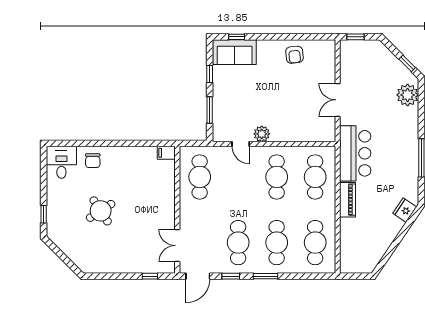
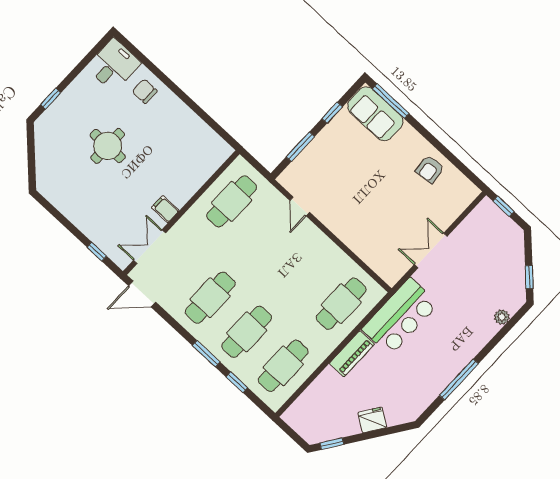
window: (237, 37) -> (391, 101), width x2.17
plant: (408, 95) -> (502, 317), width x0.53, depth x0.53
plant: (262, 134) -> (329, 215), removed
filing cabinet: (166, 153) -> (165, 209), moved
chair: (93, 161) -> (145, 91), turned 90
cafe table: (277, 177) -> (305, 270), removed
fridge: (405, 210) -> (372, 420), moved
round table: (101, 211) -> (108, 146), turned 33
window: (383, 261) -> (332, 444), added
window: (231, 276) -> (237, 382), moved

